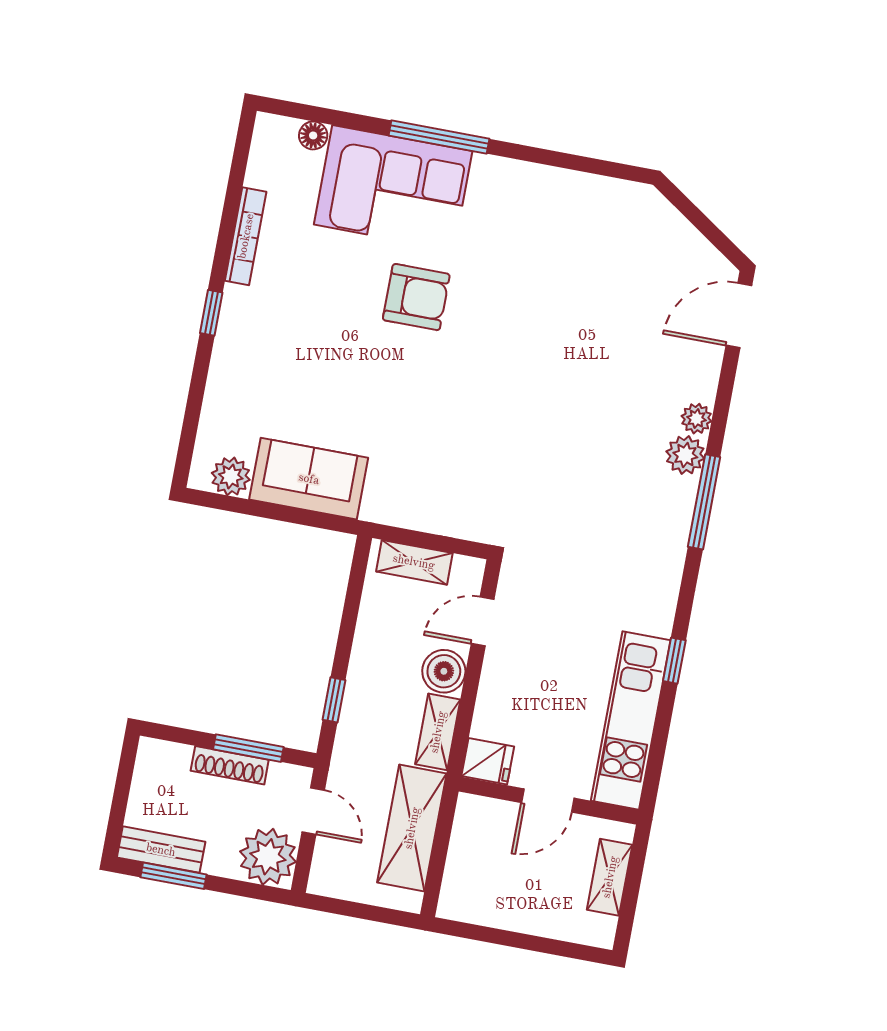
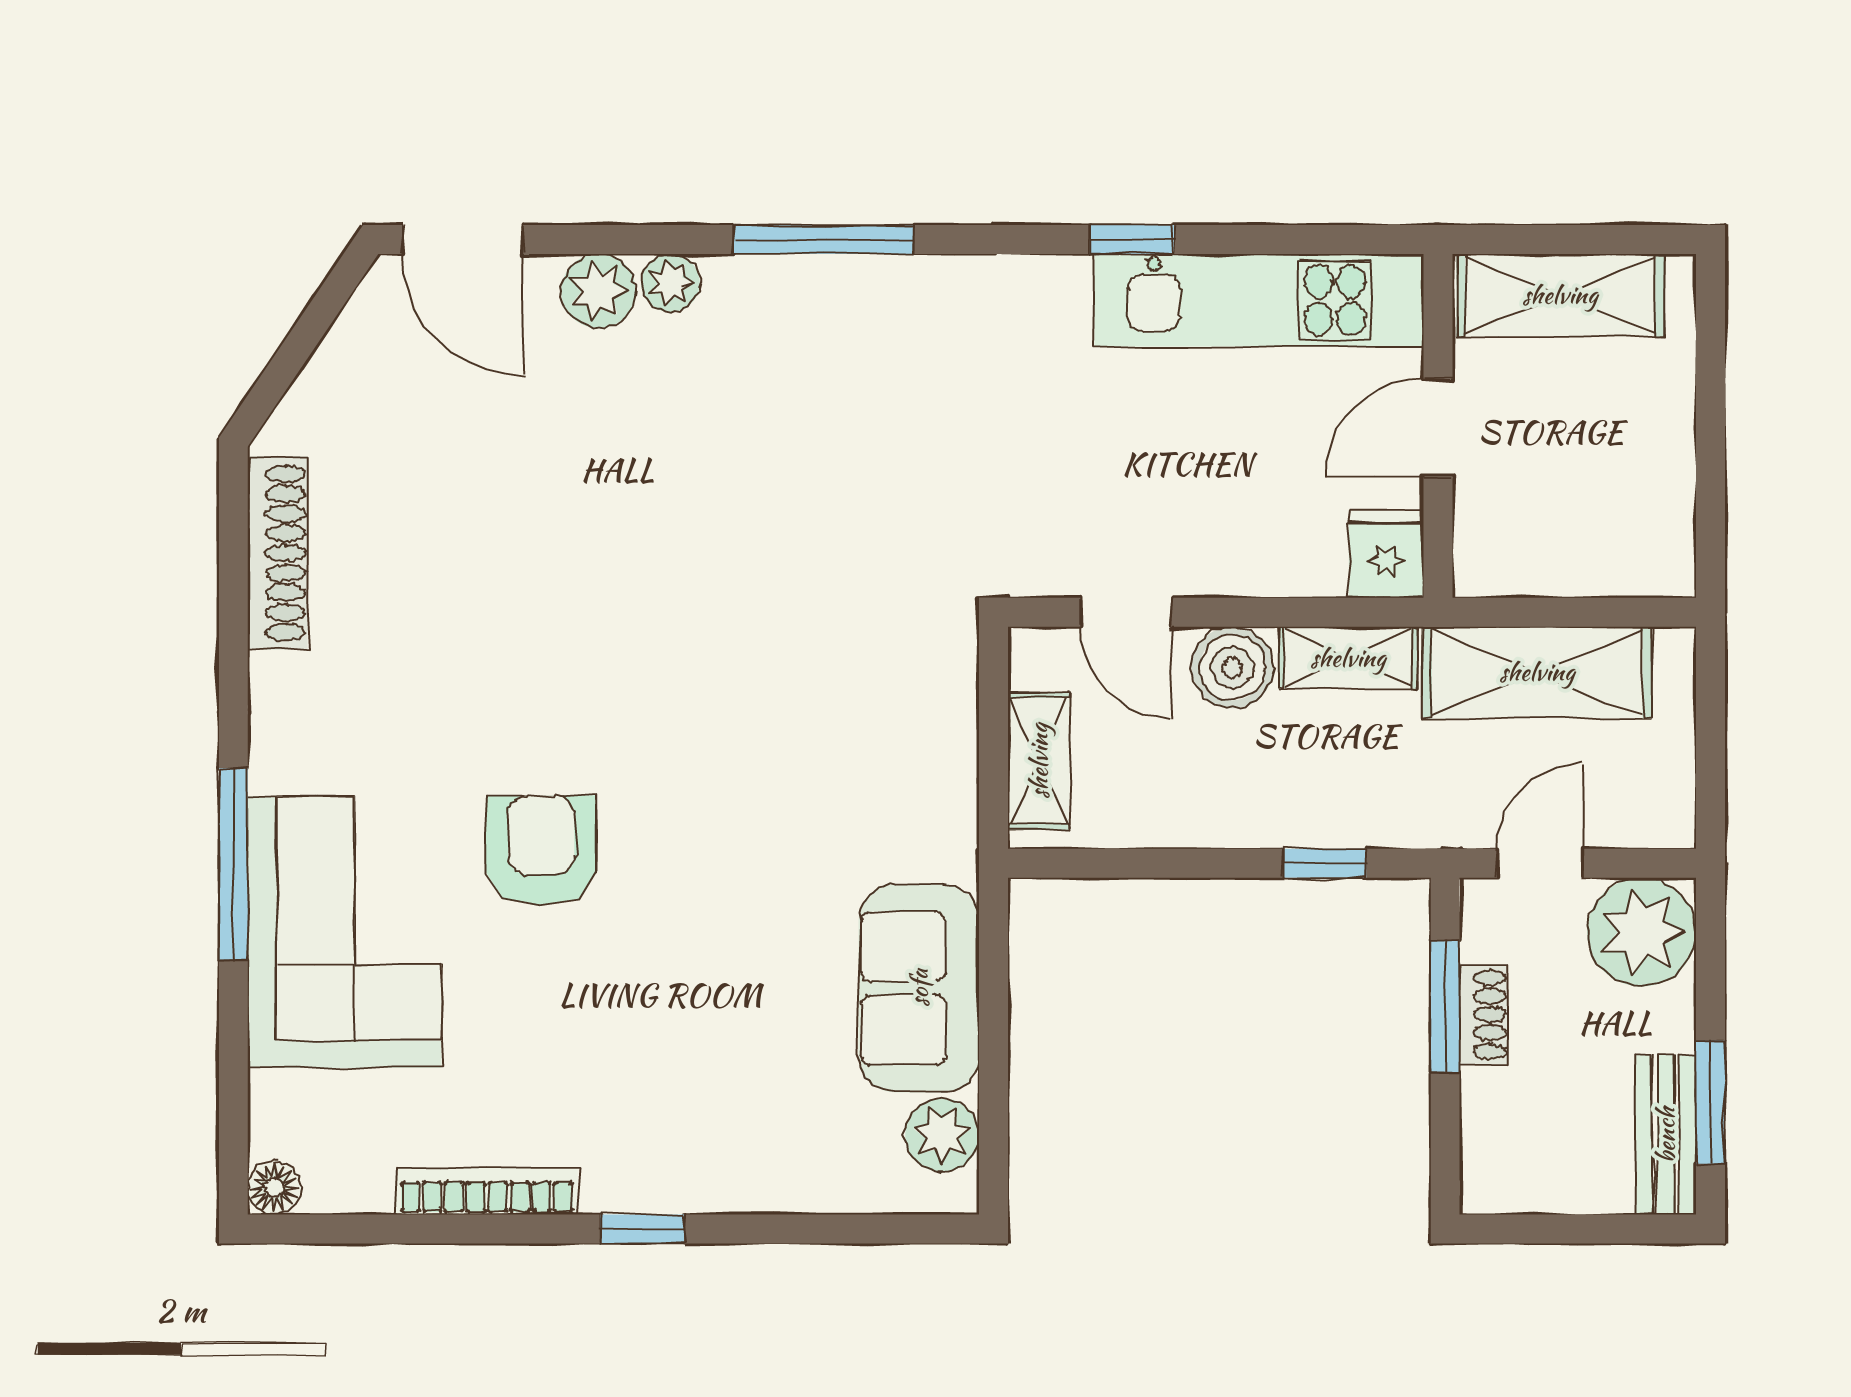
floor lamp: (313, 135) -> (274, 1188), moved
shoe rack: (595, 190) -> (278, 553), added
plant: (685, 455) -> (598, 291), moved
shoe rack: (230, 765) -> (1484, 1014), width x0.70
door: (548, 800) -> (1438, 428), swing flipped
shelving: (610, 877) -> (1560, 295), width x1.50, depth x1.33

